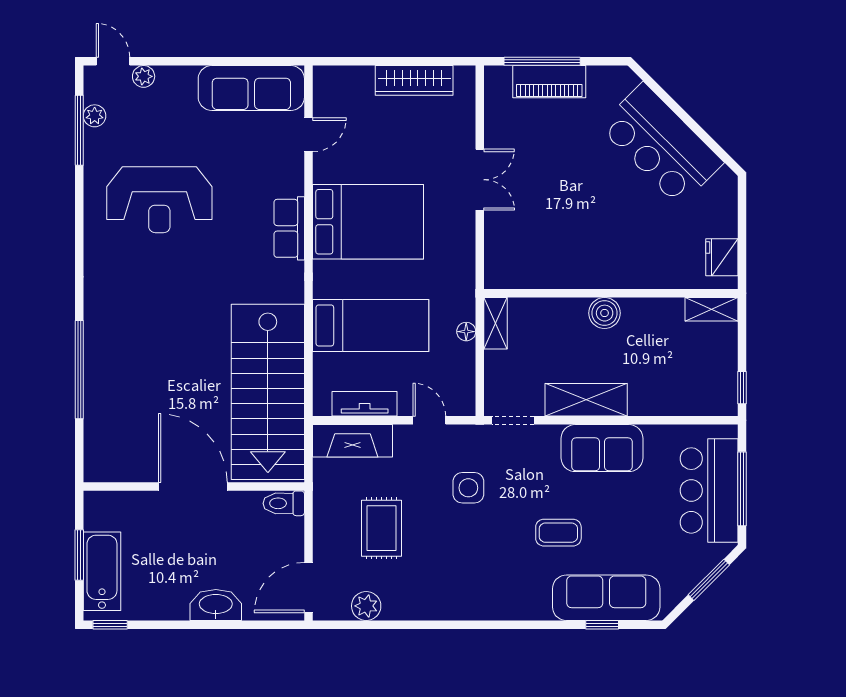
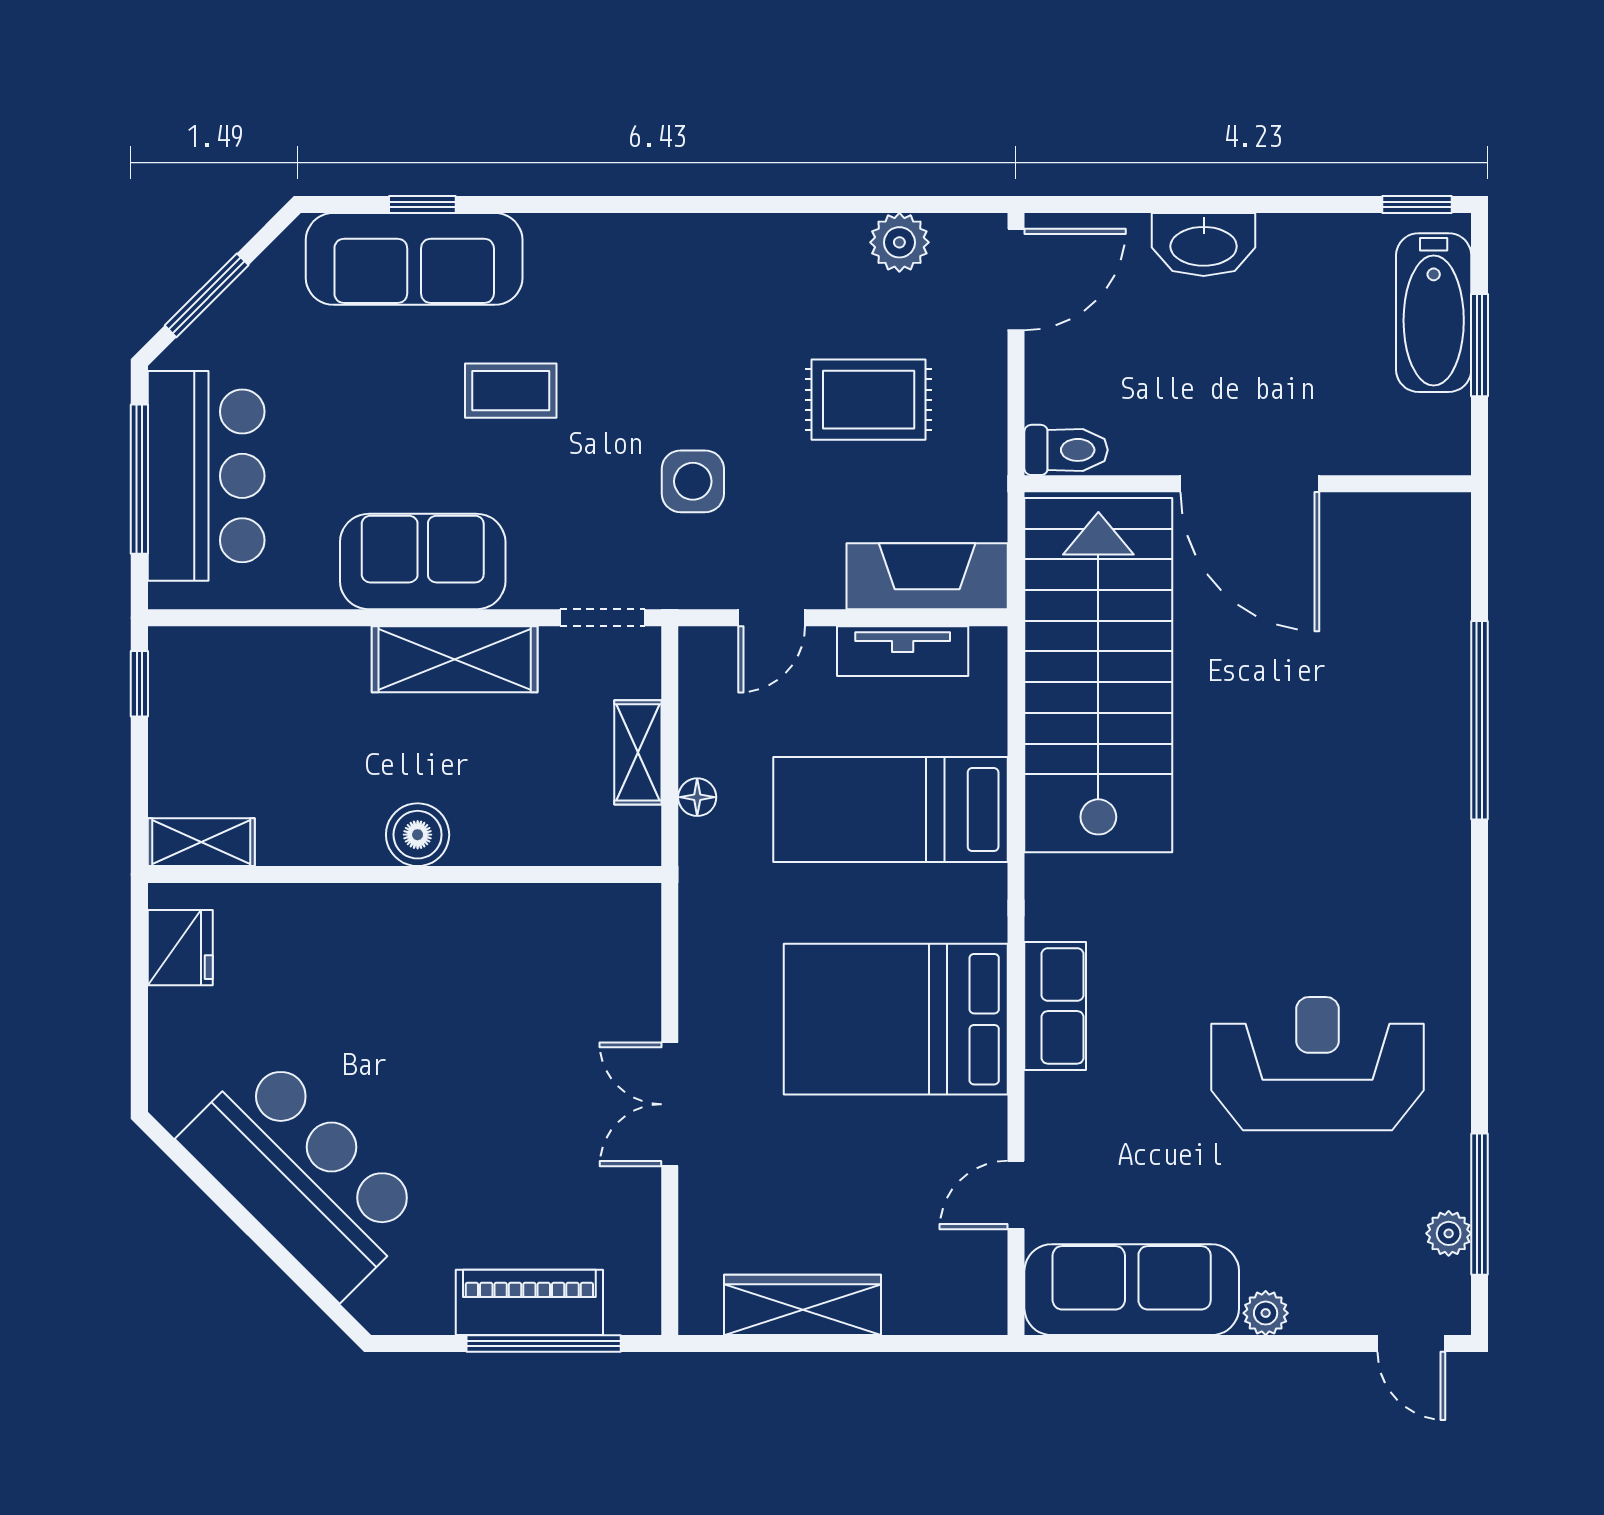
plant: (144, 76) -> (1266, 1313), moved
shelving: (496, 323) -> (638, 752), moved
door: (429, 420) -> (772, 618), hinge flipped
rug: (381, 528) -> (869, 400), turned 90

